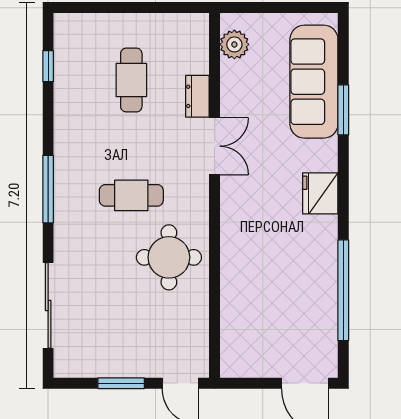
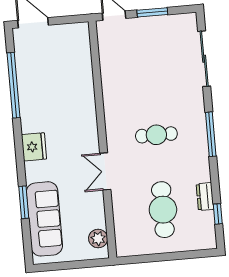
cafe table: (131, 80) -> (163, 210), width x1.37, depth x1.35
dresser: (197, 96) -> (205, 197), moved, turned 180
round table: (169, 257) -> (128, 97), removed

